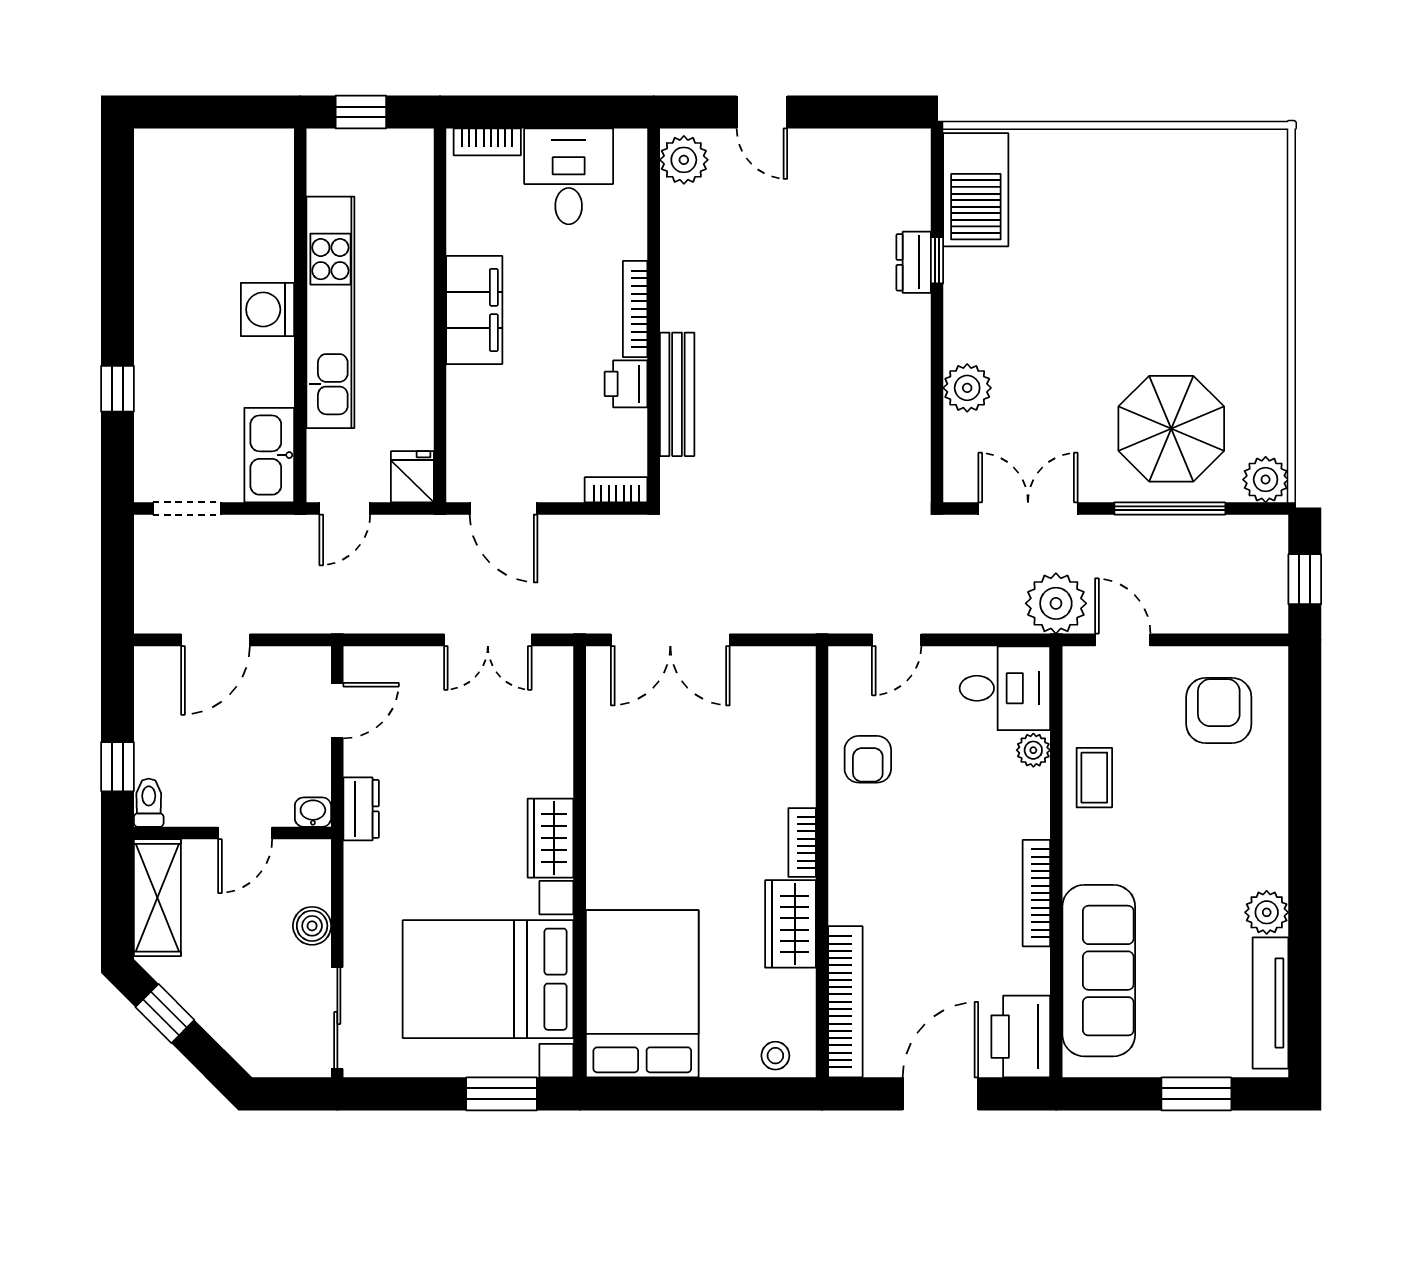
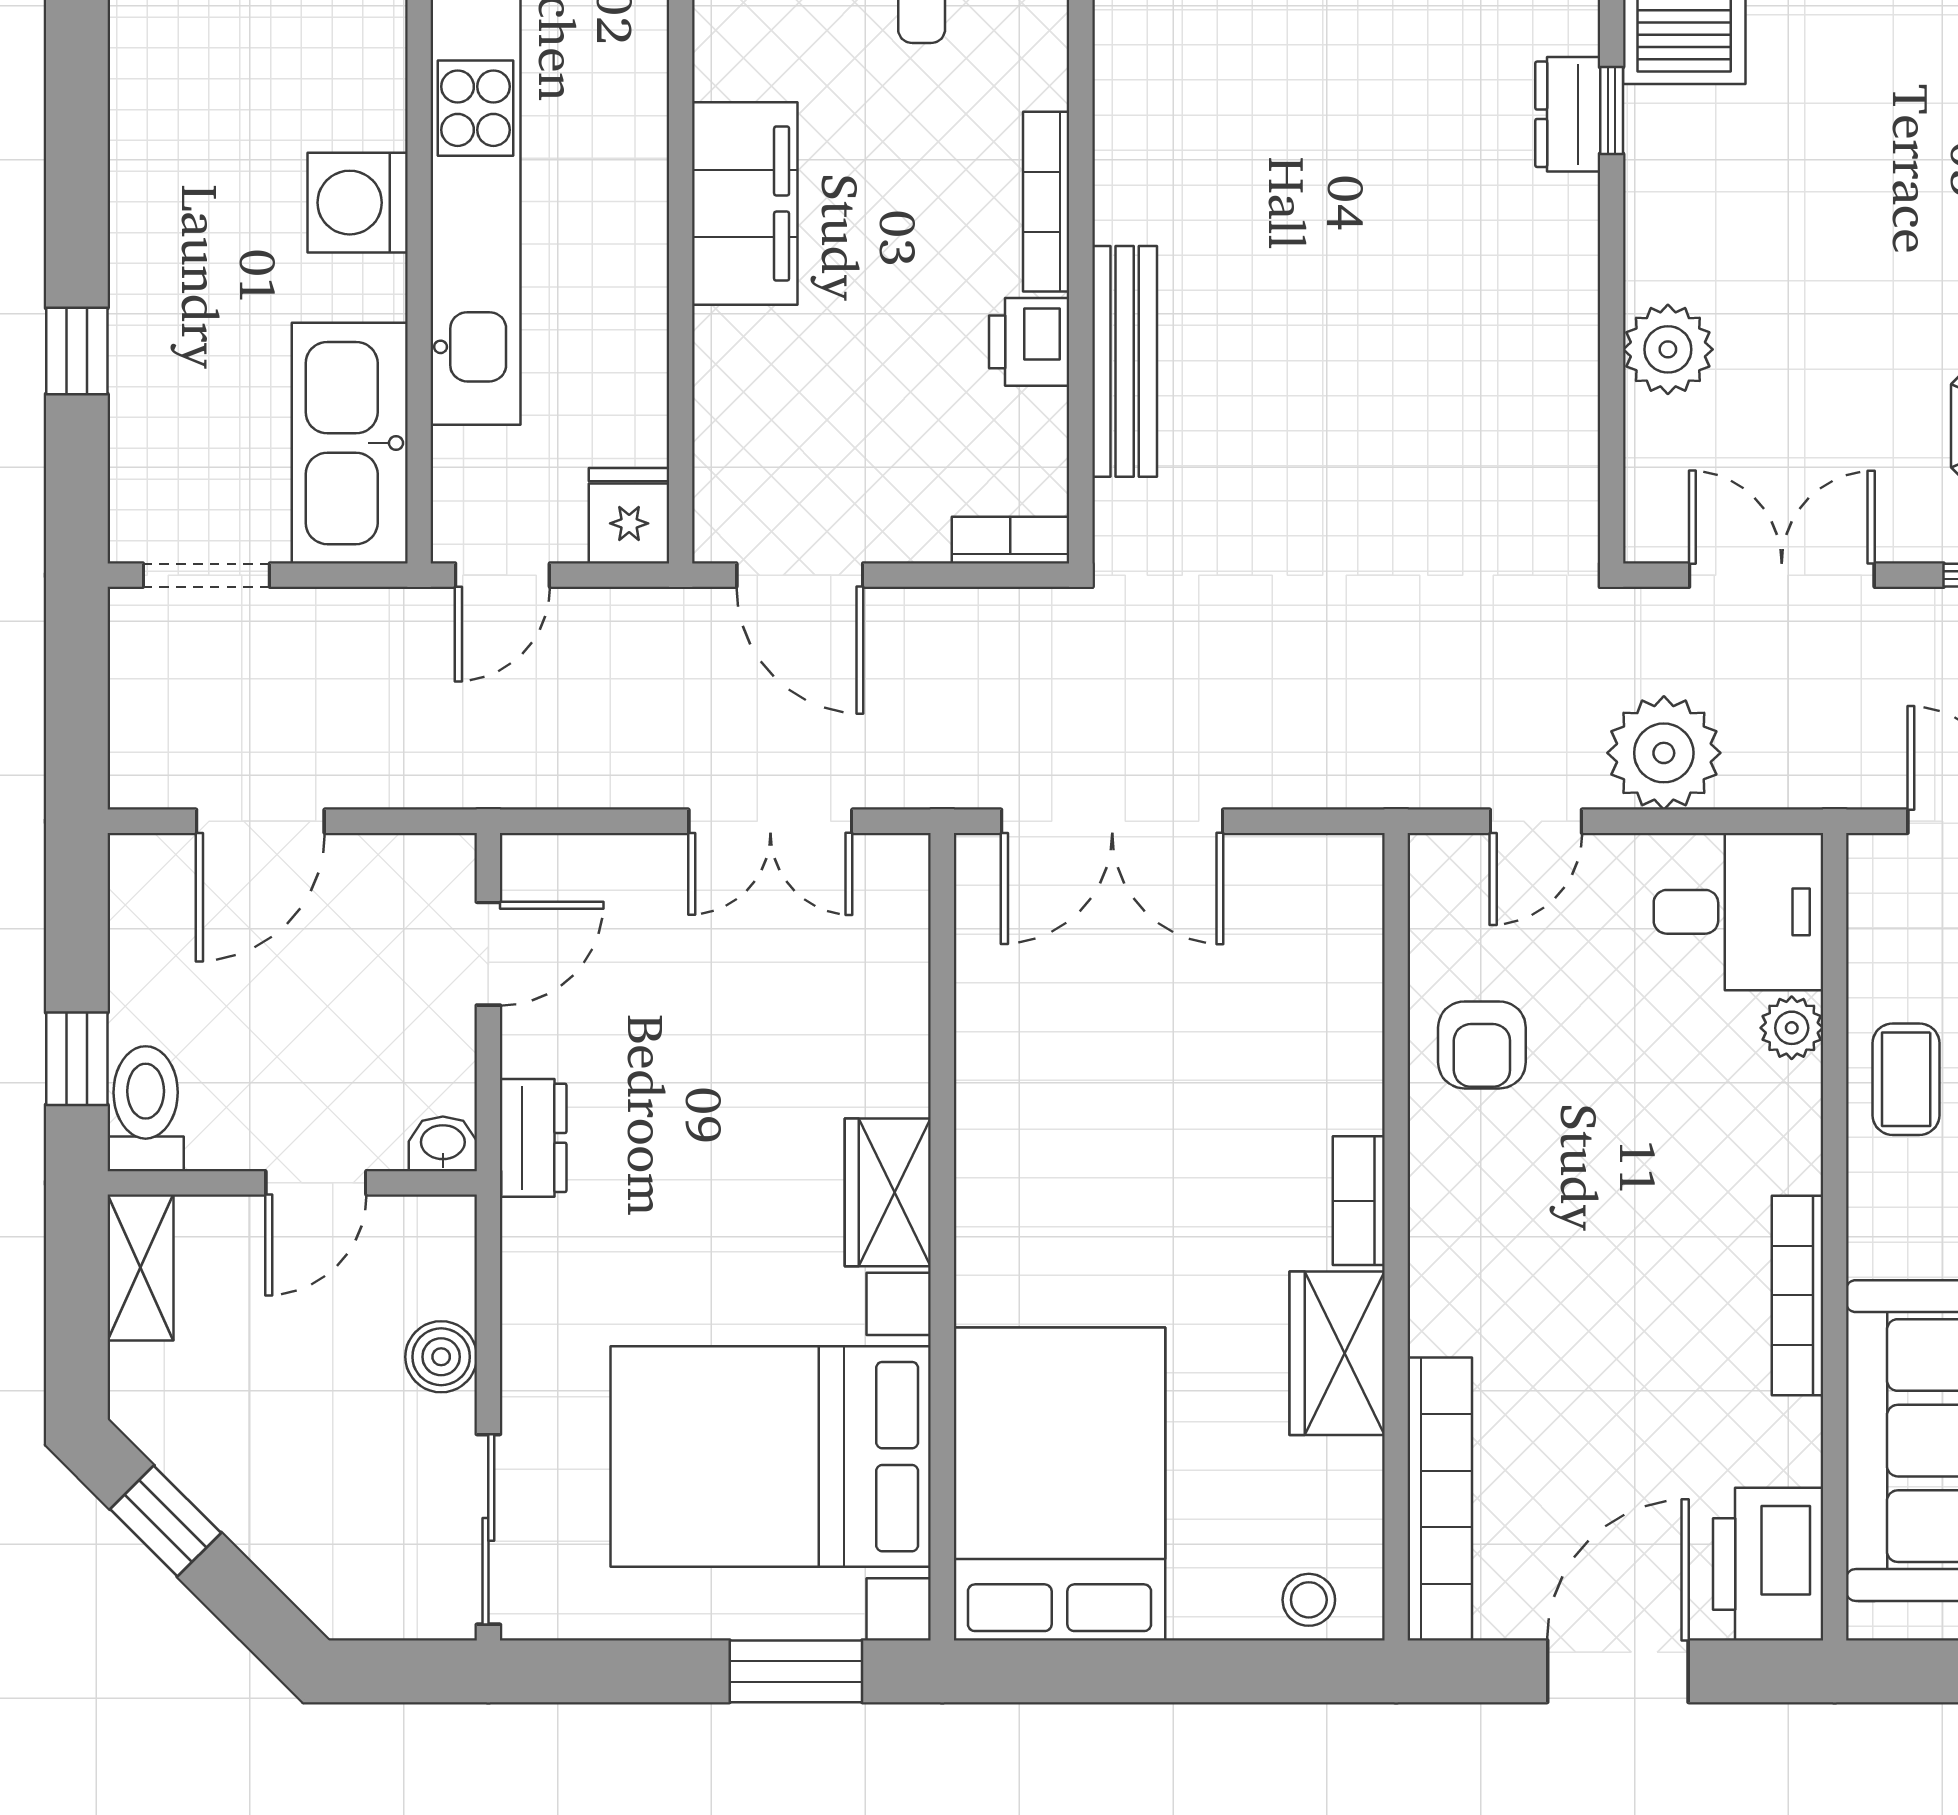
kitchen sink: (269, 455) -> (350, 443), width x1.36, depth x1.24
plant: (1056, 603) -> (1664, 753), moved
toilet: (149, 803) -> (146, 1109), width x1.37, depth x1.39
shelving: (157, 898) -> (140, 1267), width x0.67, depth x0.75

